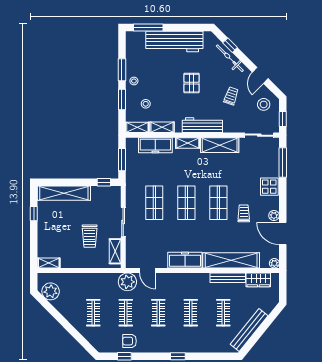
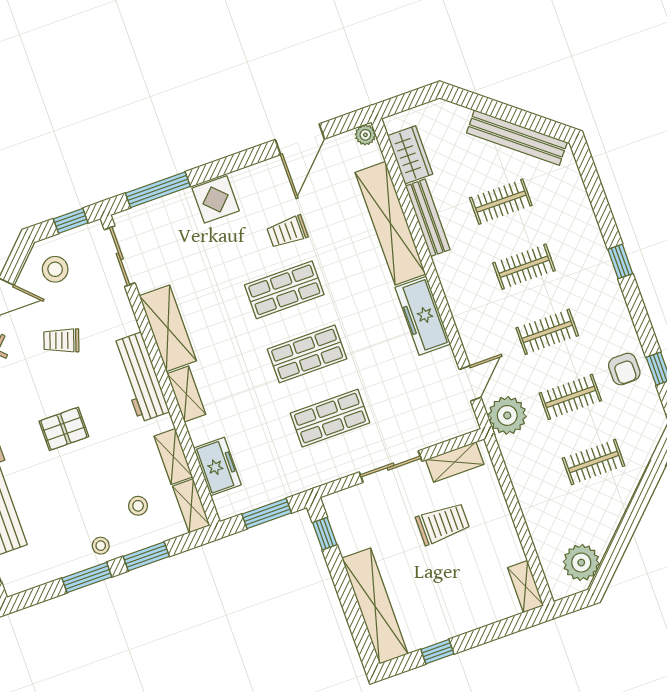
freezer: (155, 145) -> (217, 466), width x0.71
plant: (274, 216) -> (270, 169), removed

